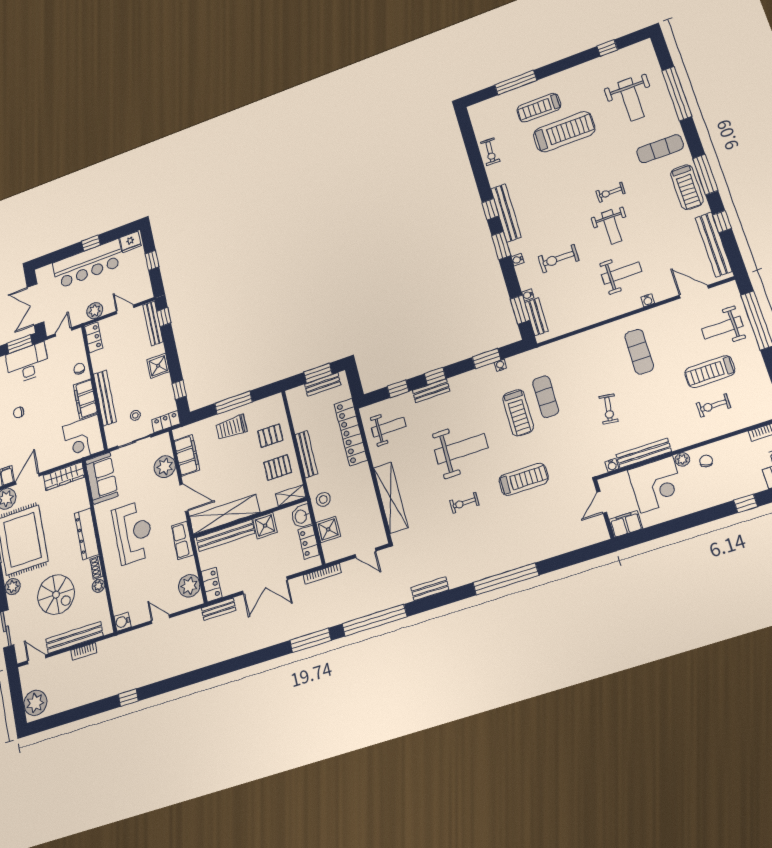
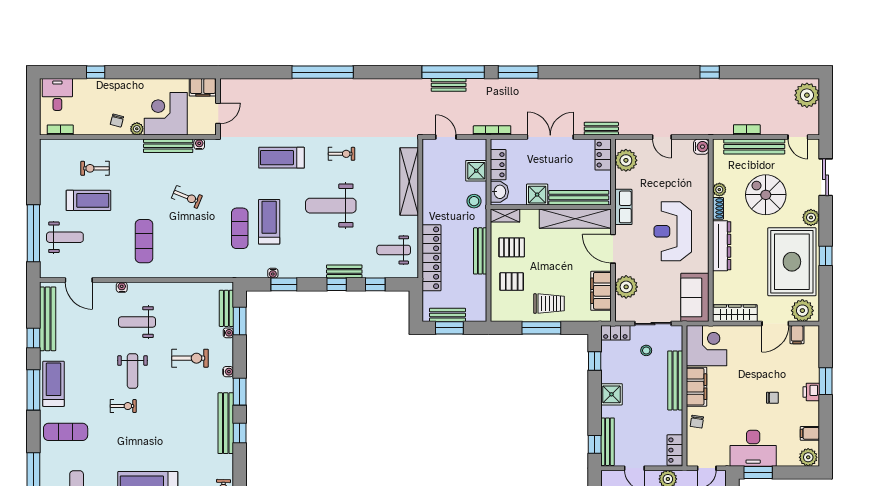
weight bench: (612, 227) -> (133, 371), turned 180
exercise bike: (714, 406) -> (95, 168), turned 180
exercise bike: (609, 409) -> (187, 197), turned 104
bench: (430, 589) -> (449, 85), moved

